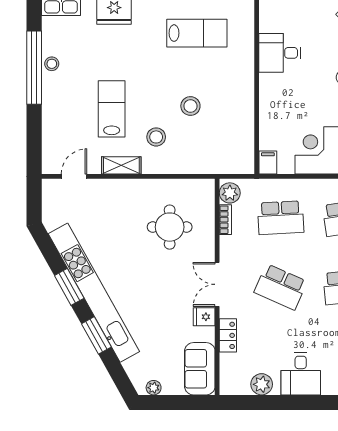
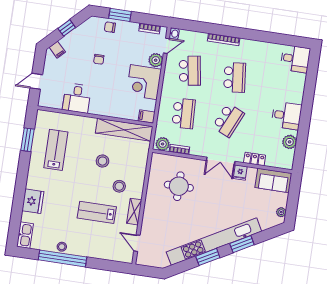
shelving: (243, 132) -> (124, 130), added

